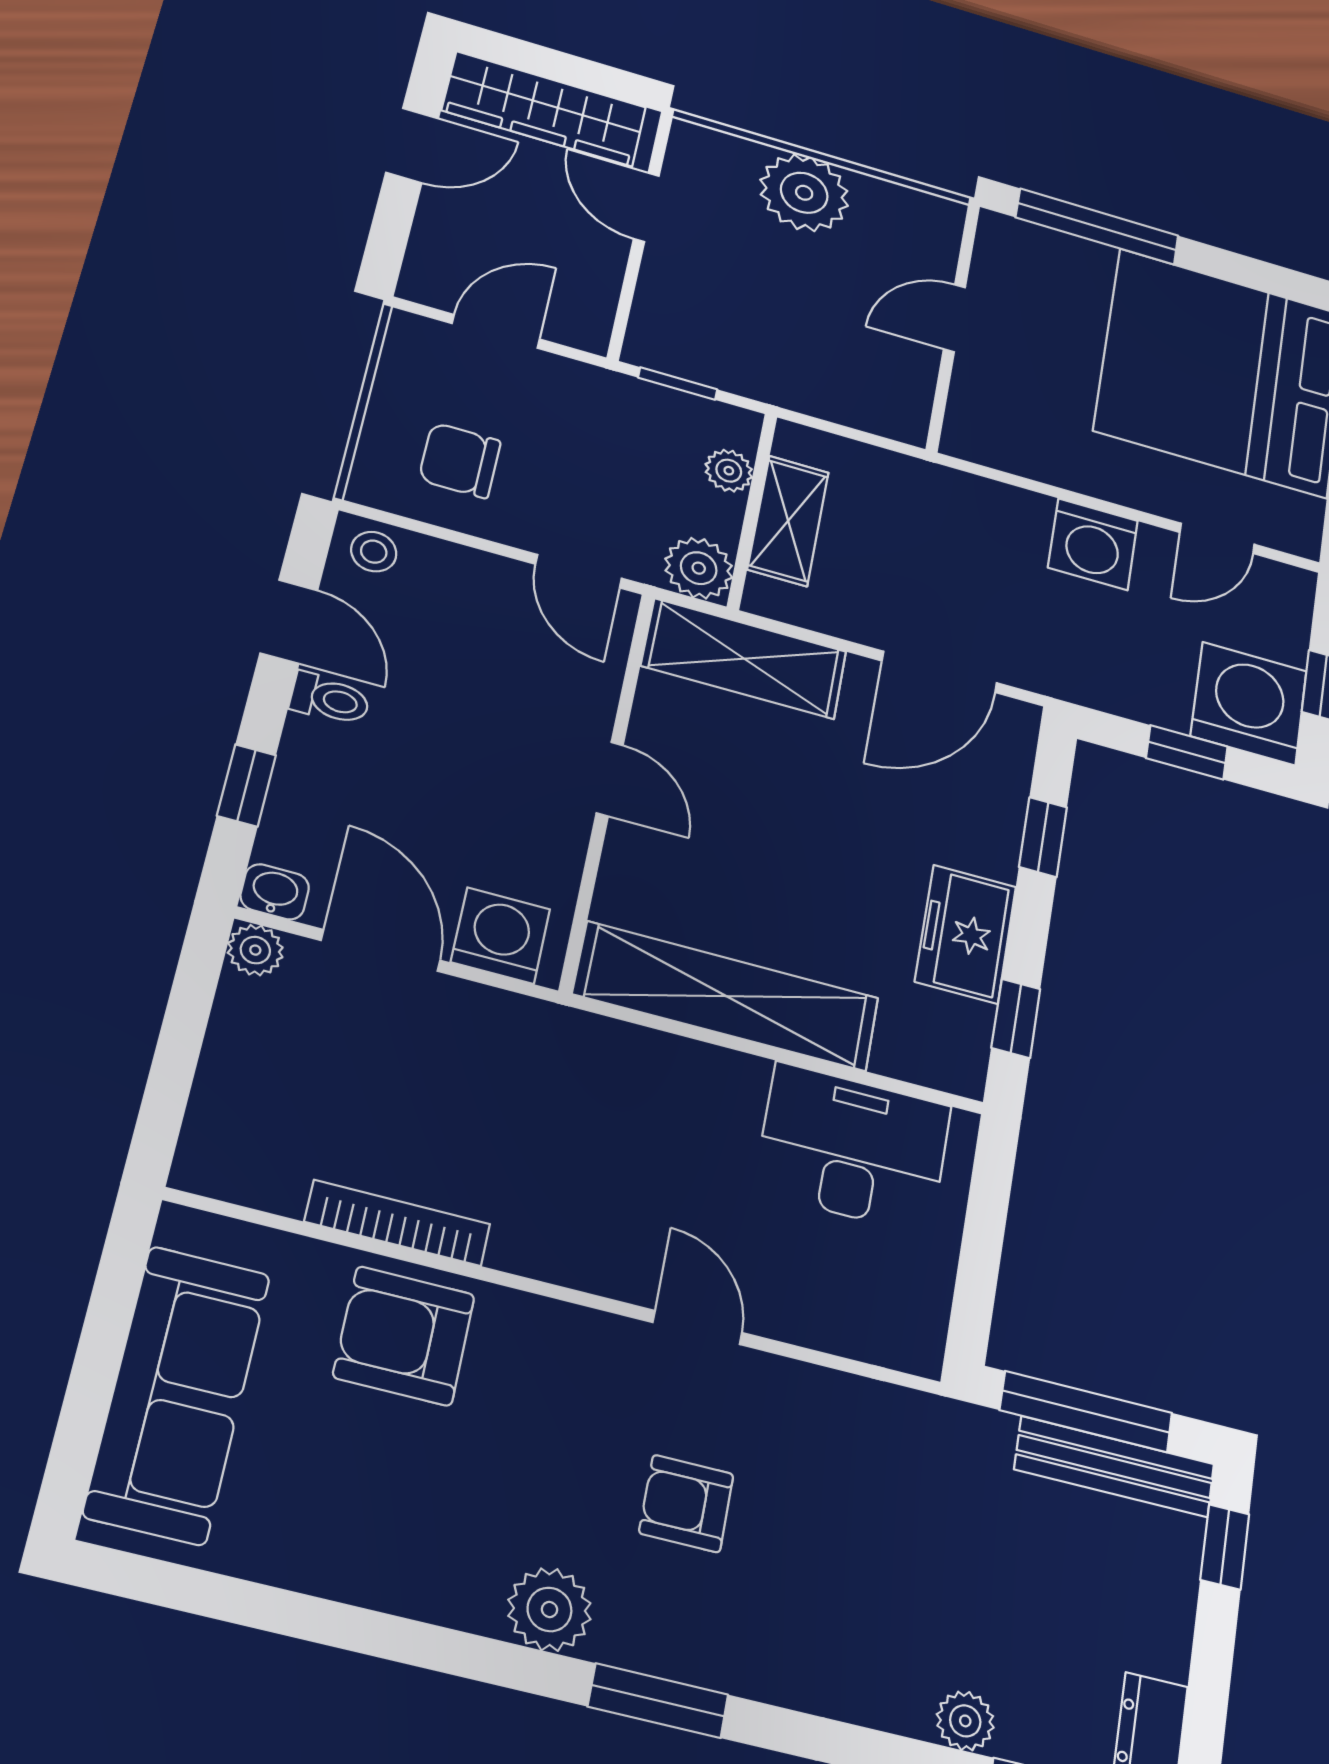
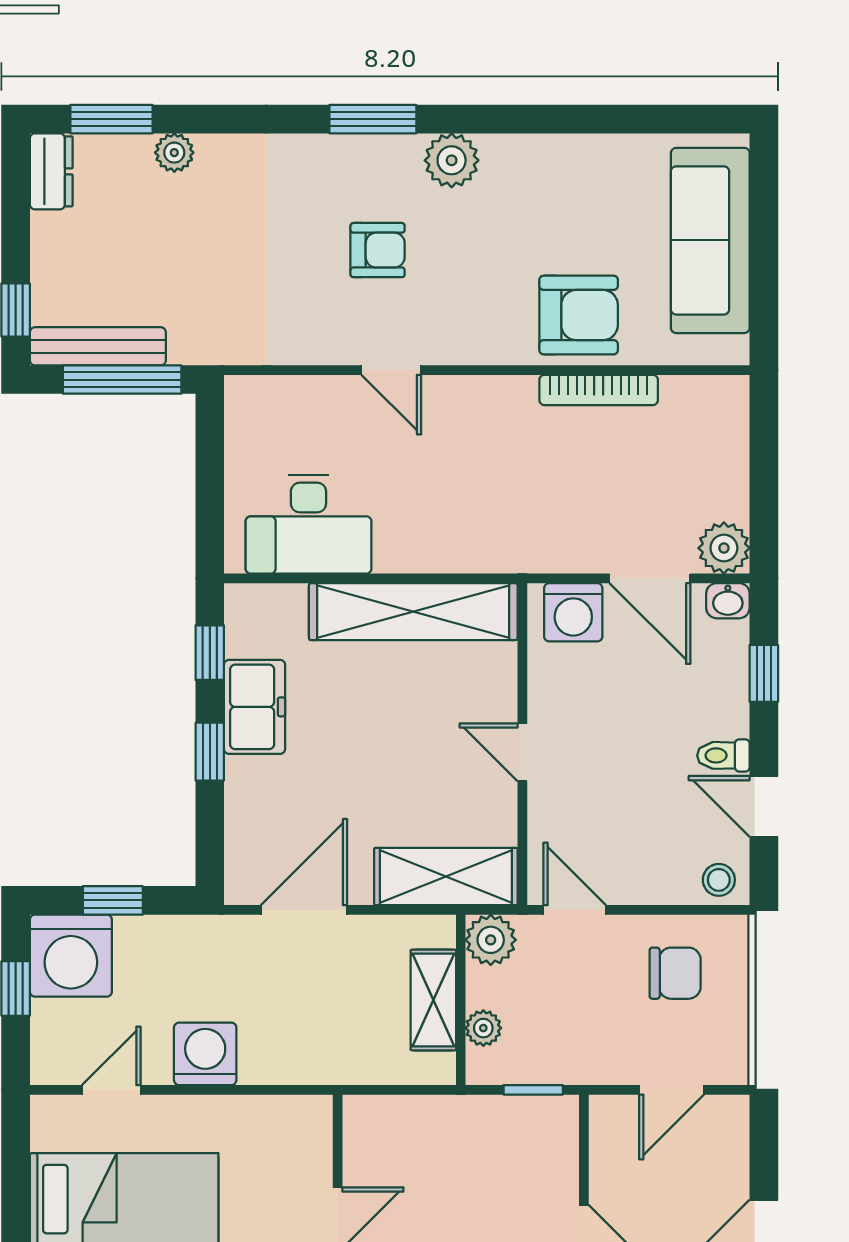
window: (1043, 837) -> (210, 752), moved
plant: (255, 950) -> (724, 548), width x1.38, depth x1.38

